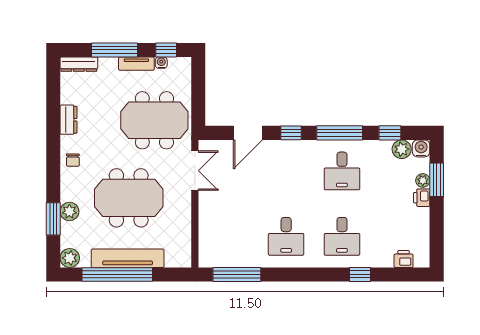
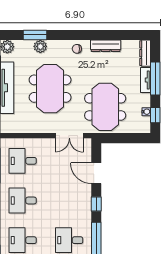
tv unit: (136, 64) -> (145, 80), moved
dresser: (68, 120) -> (106, 46), width x1.44
desk: (230, 236) -> (23, 161), added

